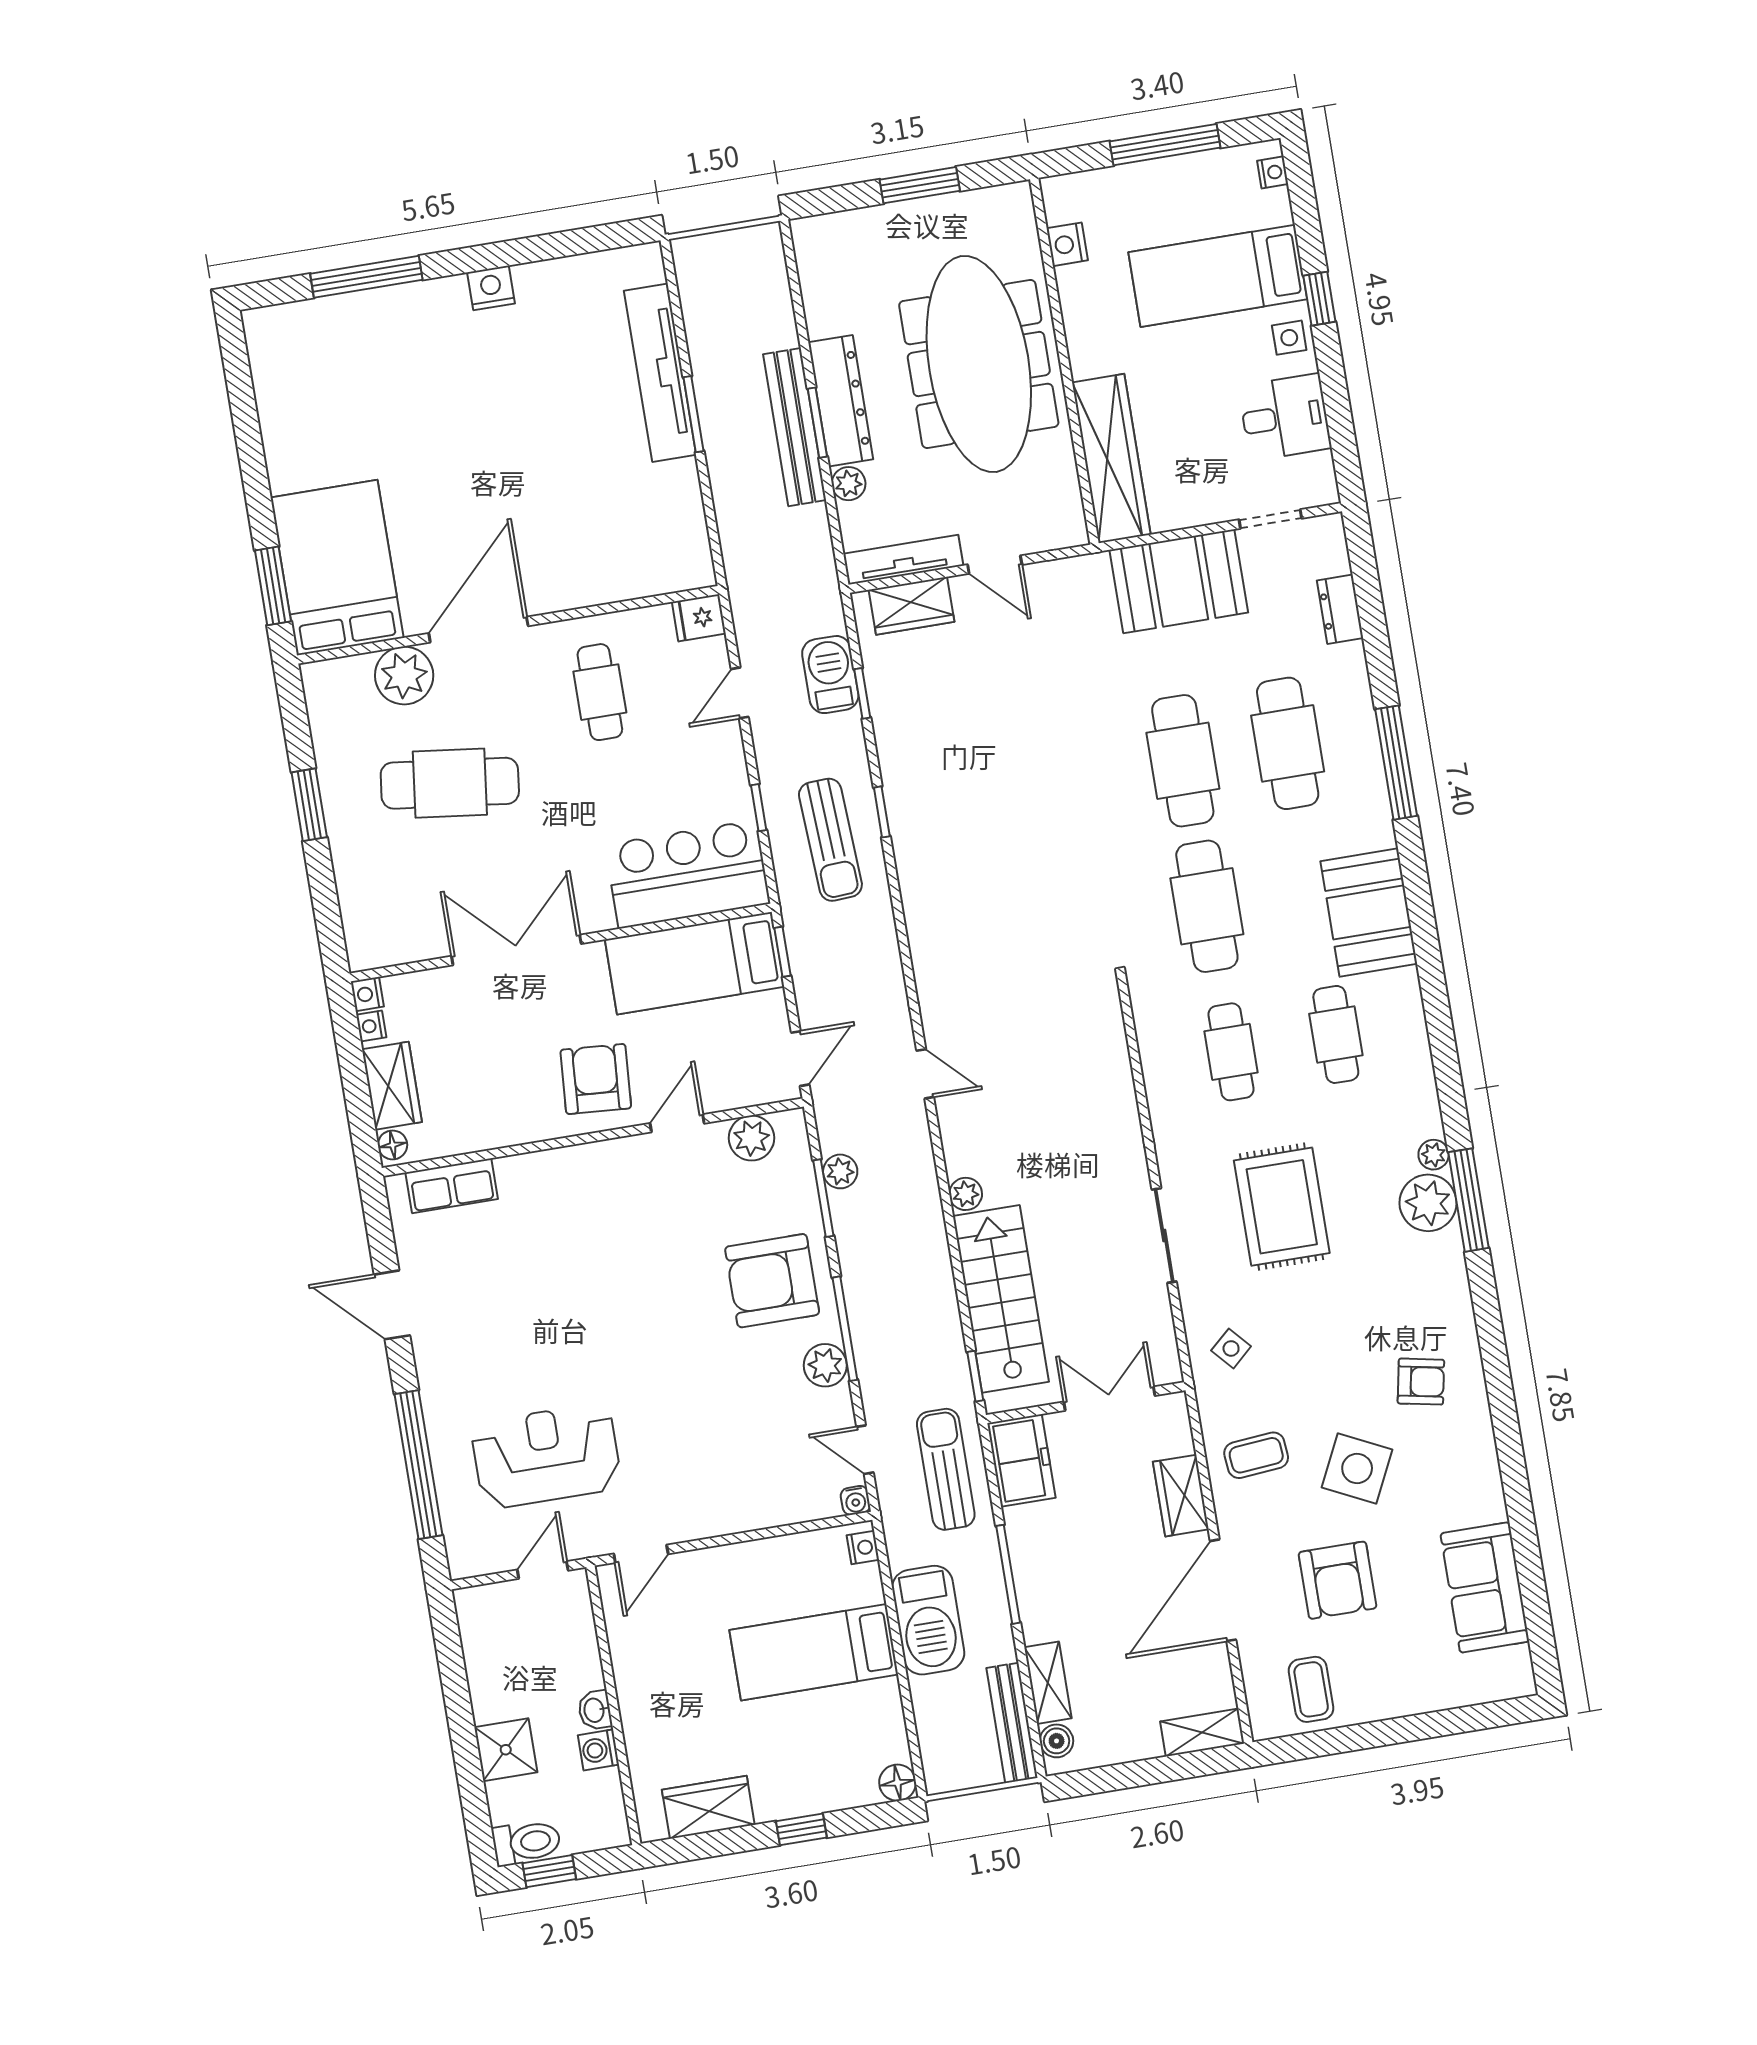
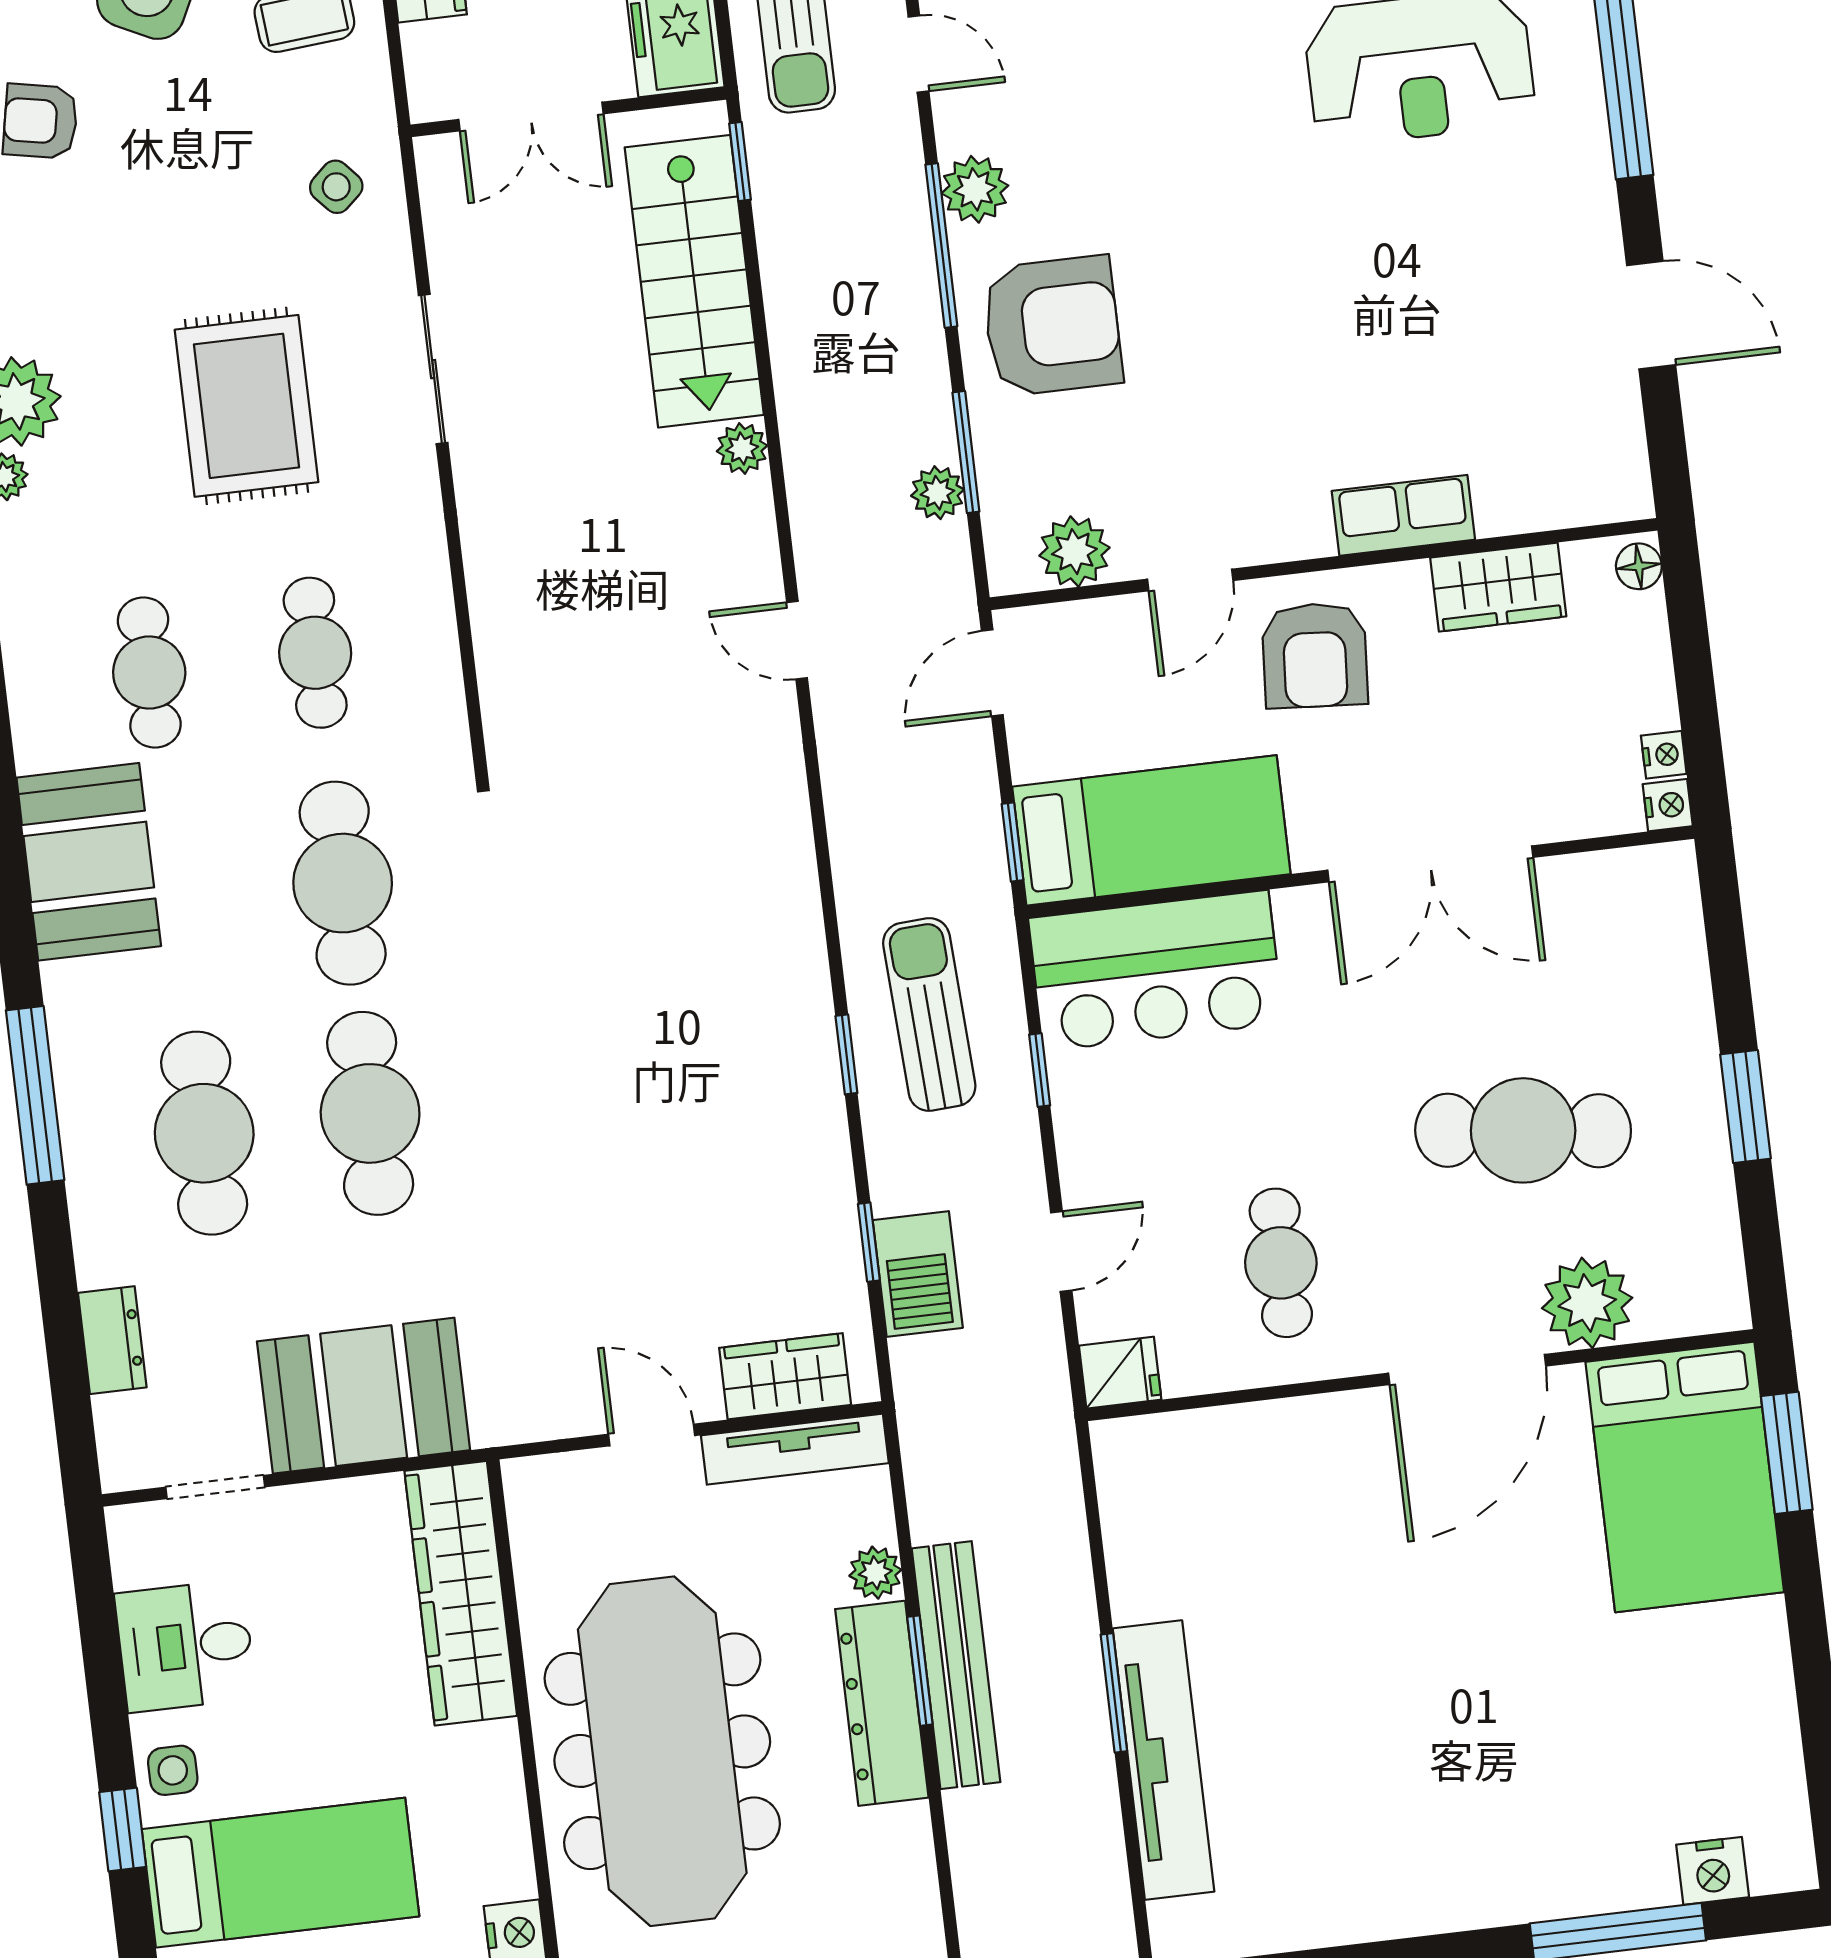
nightstand: (491, 288) -> (1713, 1871), moved
wardrobe: (392, 1086) -> (1498, 587), moved, turned -90
row of seats: (452, 1186) -> (1403, 515), moved

